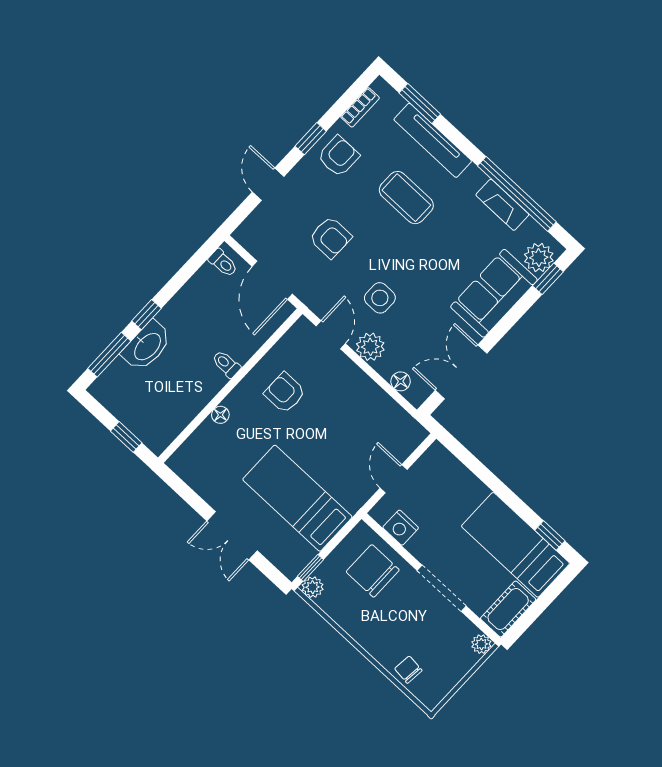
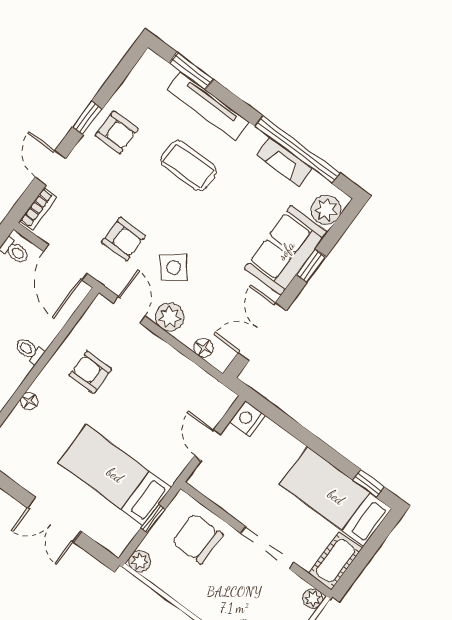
bookcase: (360, 107) -> (38, 209), moved
armchair: (338, 156) -> (117, 132), turned 90
armchair: (330, 237) -> (123, 239), moved
window: (548, 279) -> (311, 266), moved
side table: (380, 298) -> (174, 268), turned -38
nightstand: (401, 528) -> (247, 419), moved, turned 90
window: (310, 568) -> (153, 519), moved

